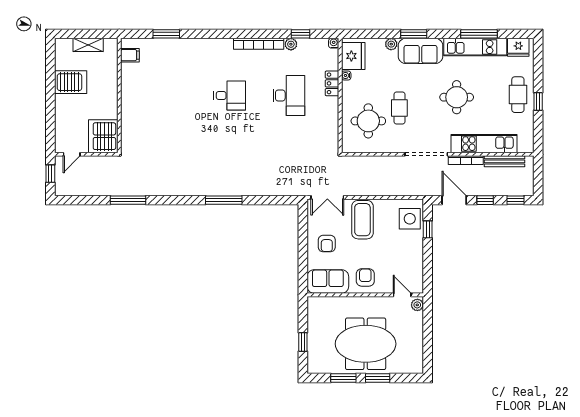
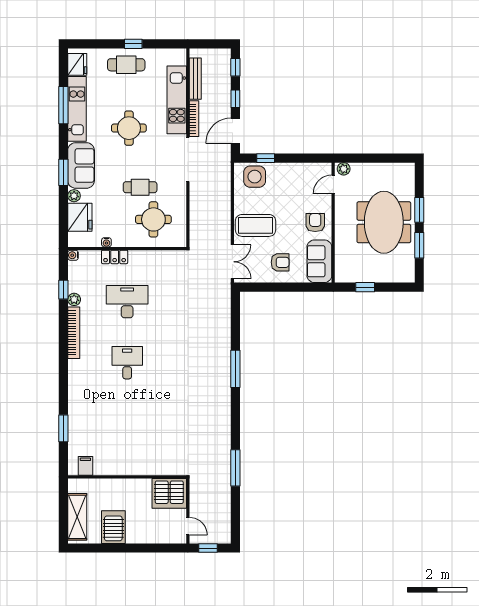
shelving: (88, 45) -> (77, 517), width x1.50, depth x1.33
fridge: (353, 56) -> (80, 217), moved, turned 90
armchair: (365, 277) -> (315, 223), turned 90
window: (303, 342) -> (365, 287), moved

